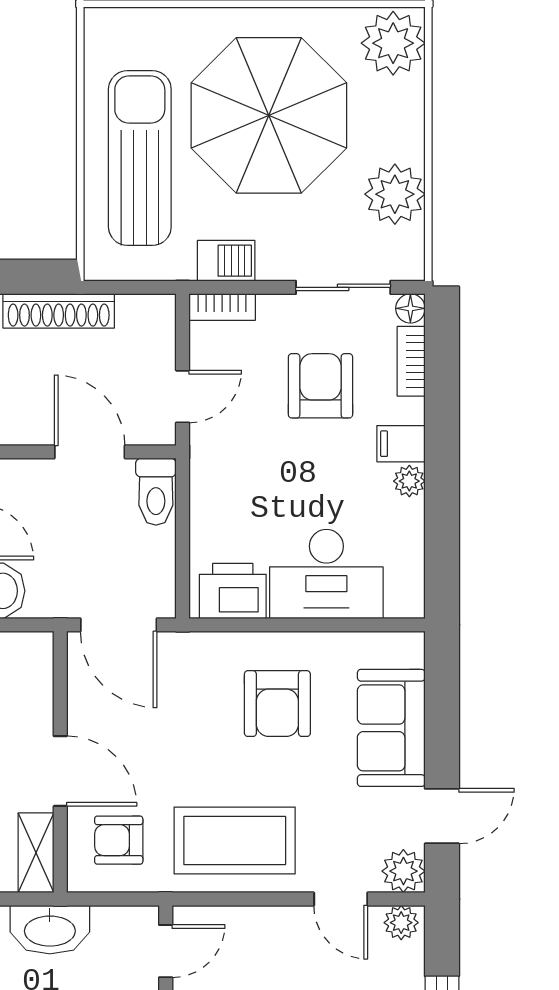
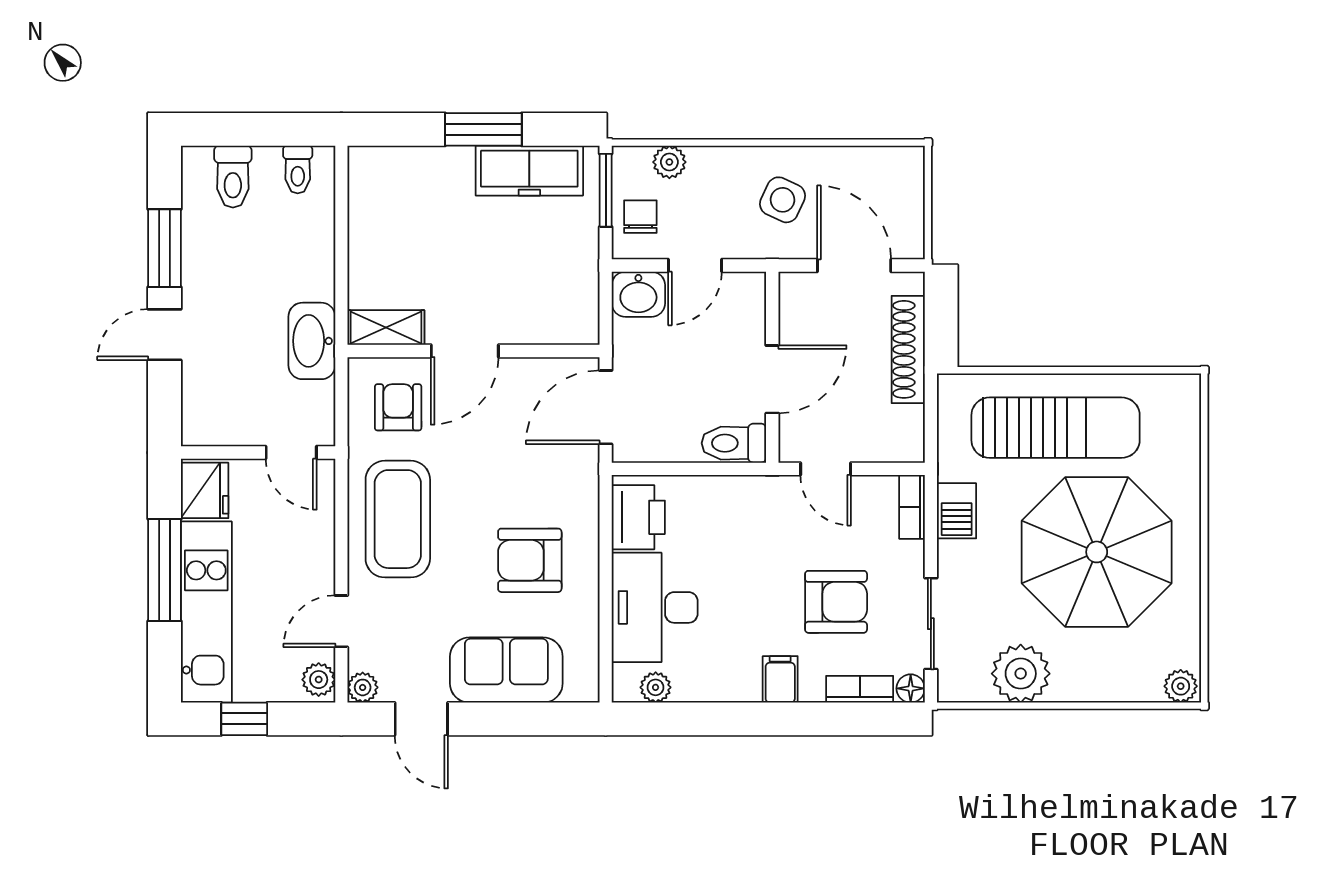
plant: (393, 43) -> (1181, 686), width x0.53, depth x0.53
plant: (409, 481) -> (656, 687), moved
plant: (403, 871) -> (363, 687), width x0.73, depth x0.73

